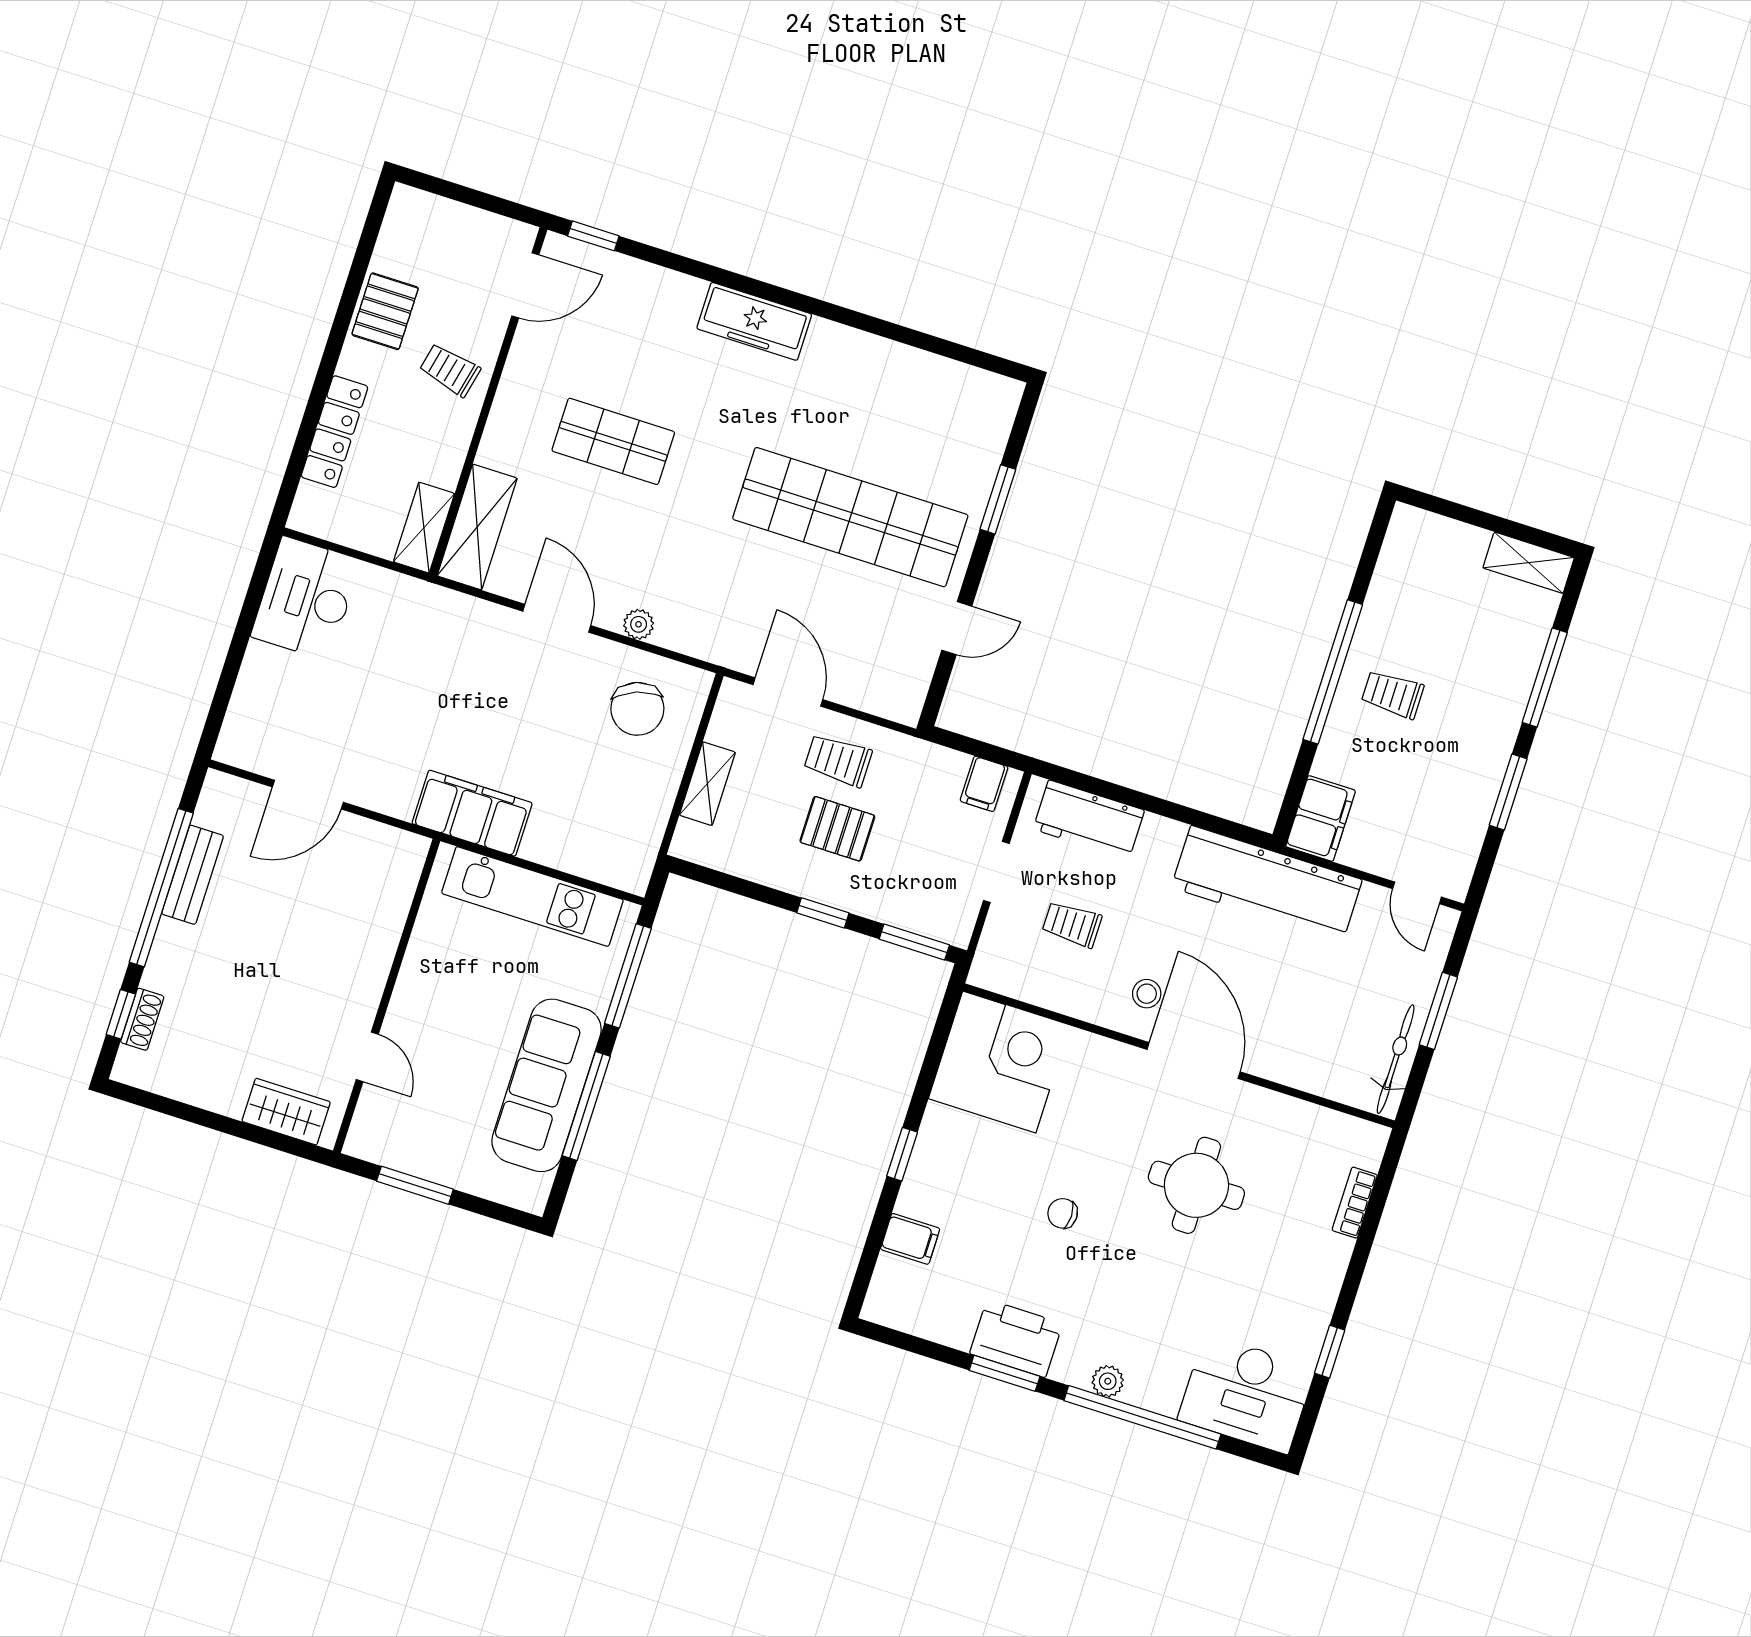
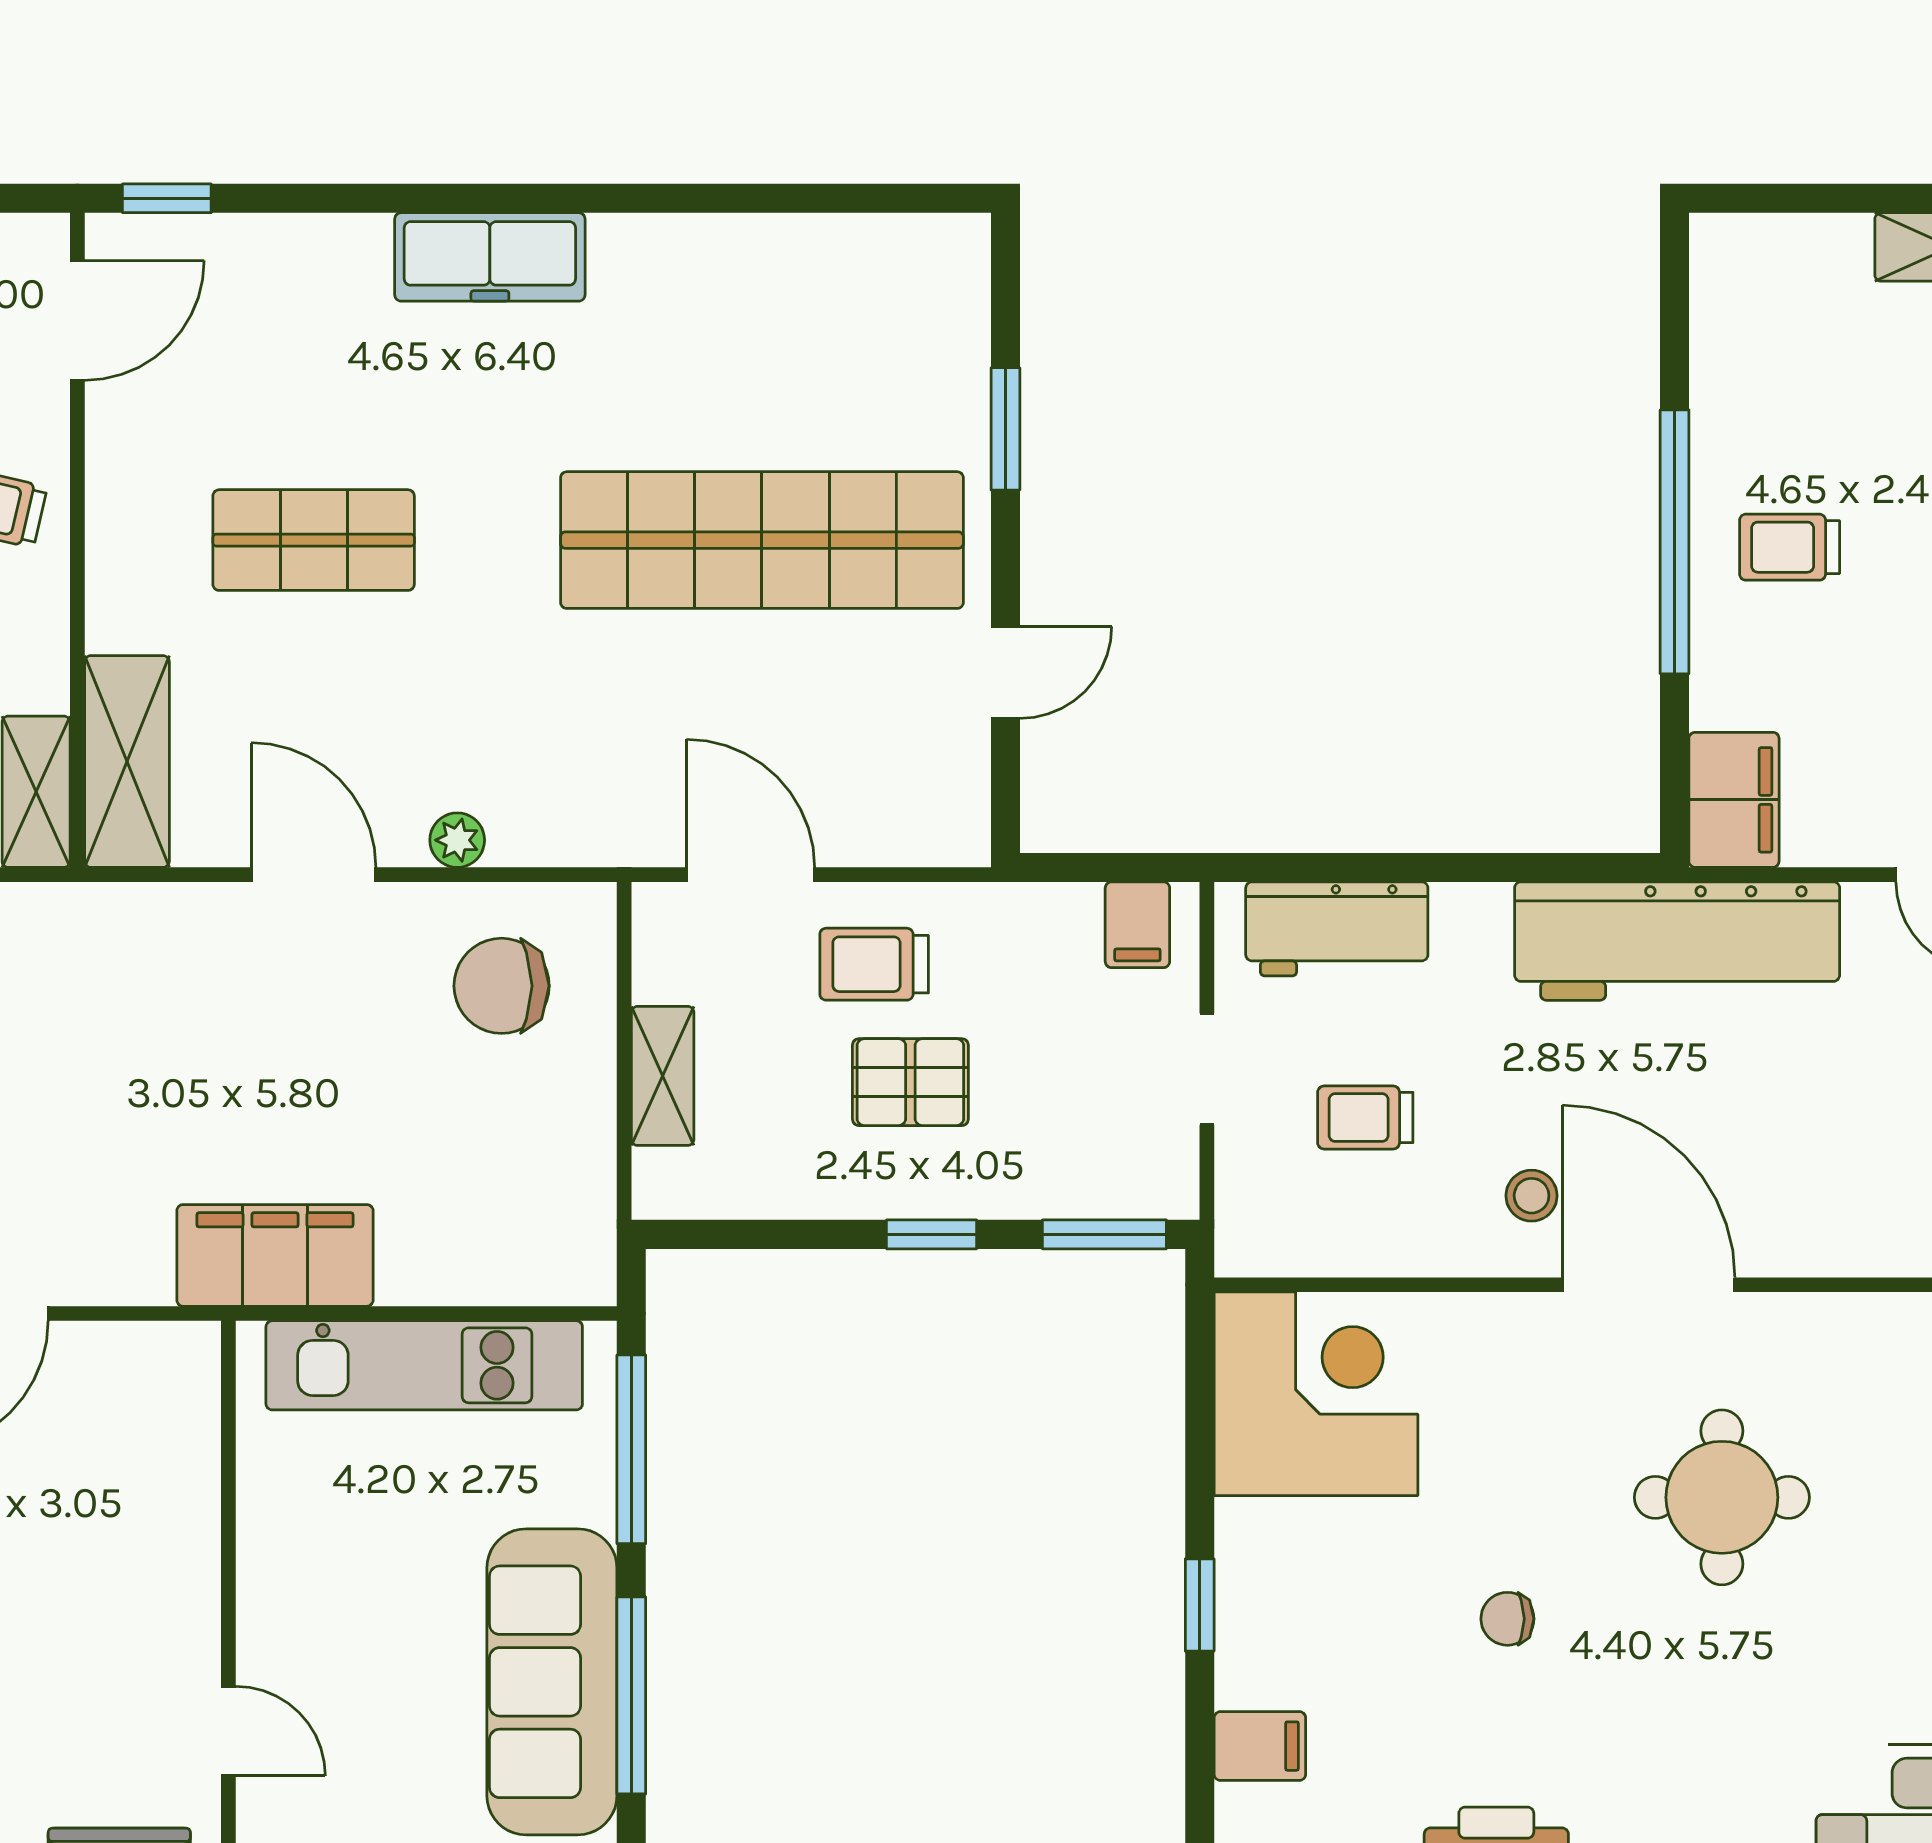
chair: (637, 709) -> (502, 986), turned 110

